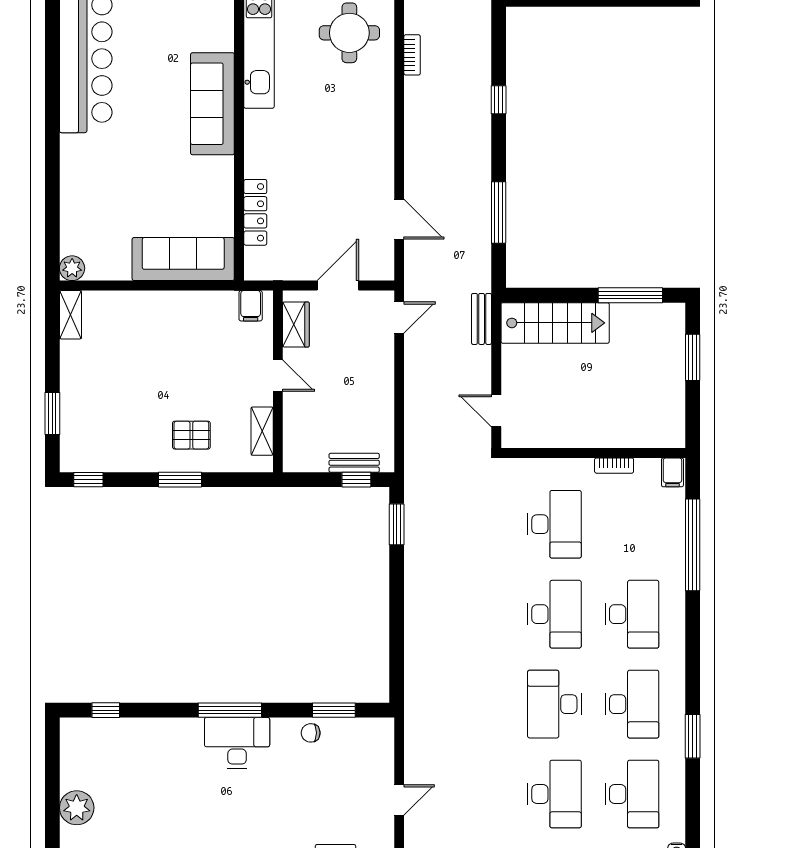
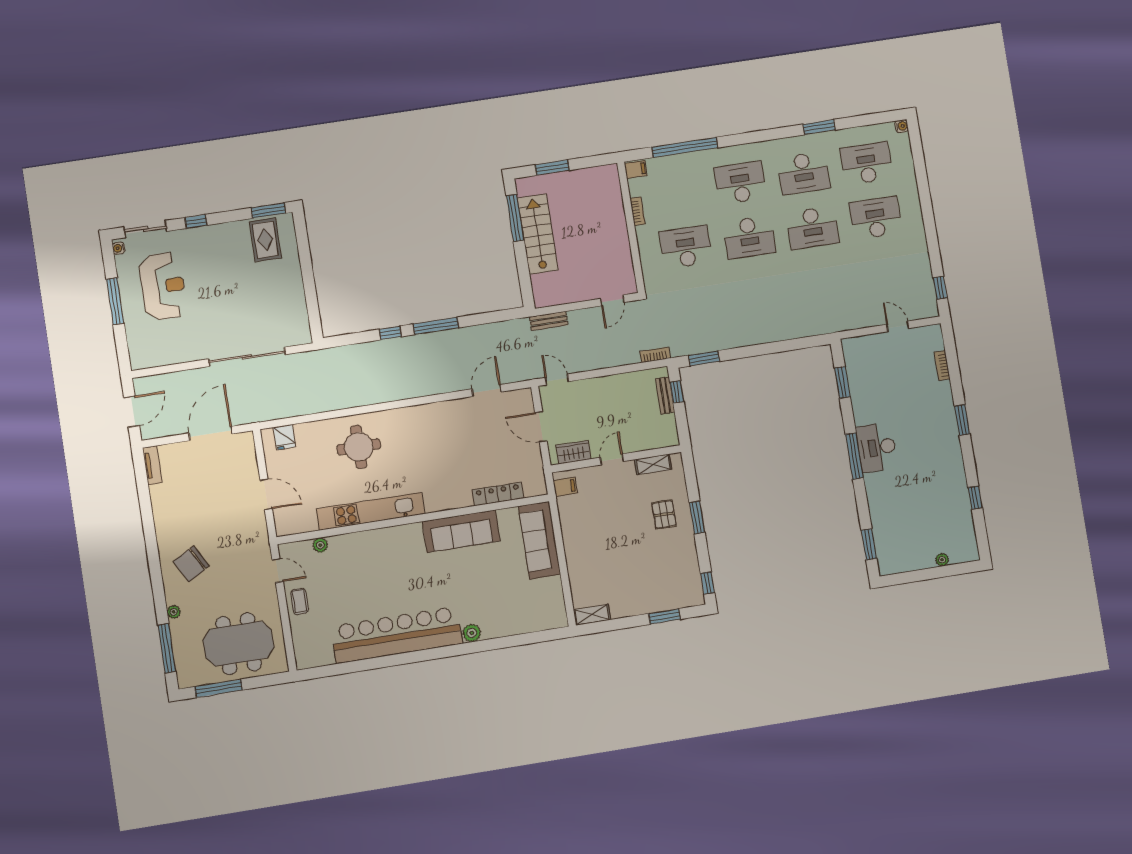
bookcase: (412, 55) -> (655, 355), moved
sofa: (212, 104) -> (461, 531), moved
window: (499, 213) -> (436, 326), moved
plant: (72, 268) -> (472, 633), moved
stairs: (555, 323) -> (538, 234), moved
desk: (554, 614) -> (749, 237), turned 180
desk: (632, 704) -> (804, 173), turned 180
window: (106, 710) -> (869, 544), width x1.50
chair: (311, 733) -> (861, 396), removed
plant: (77, 808) -> (942, 560), width x0.53, depth x0.53

